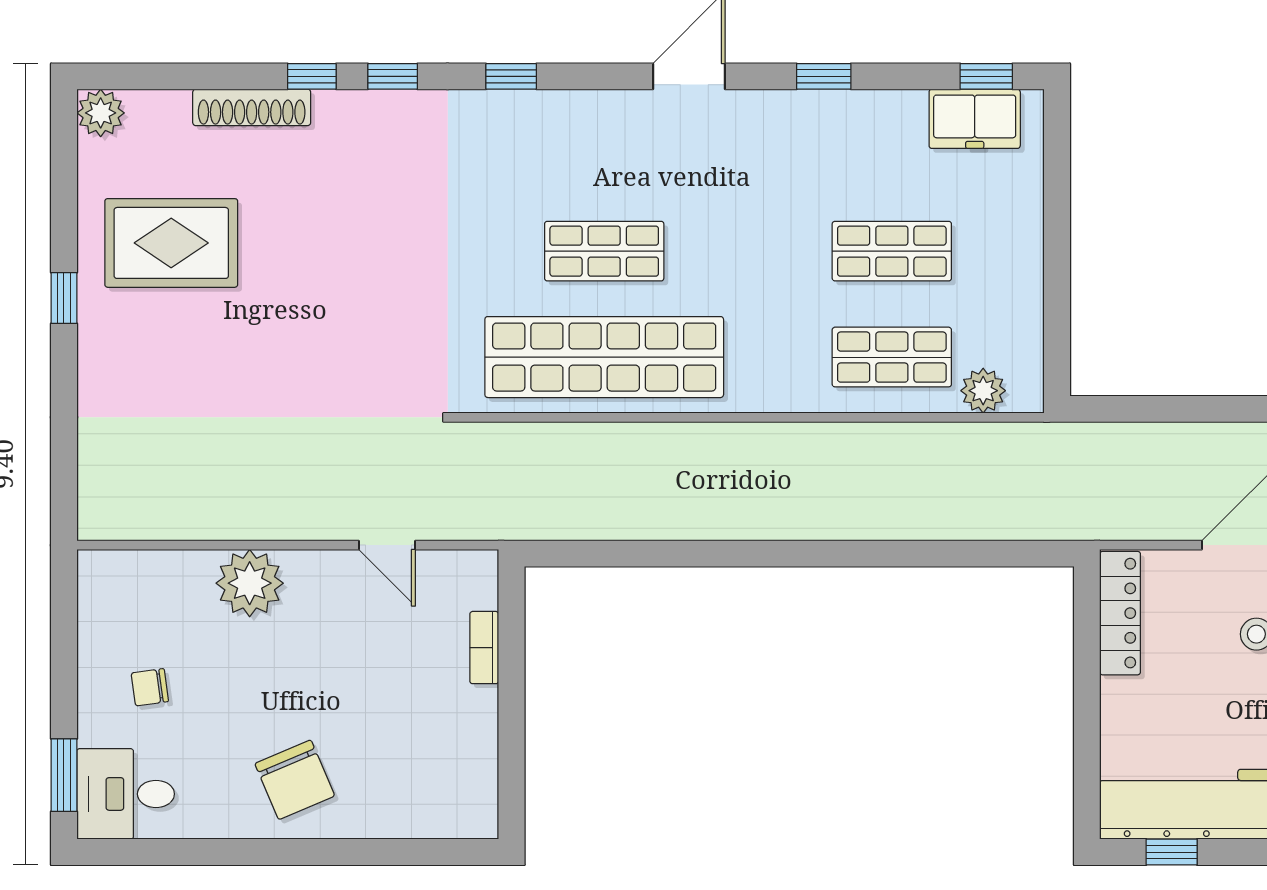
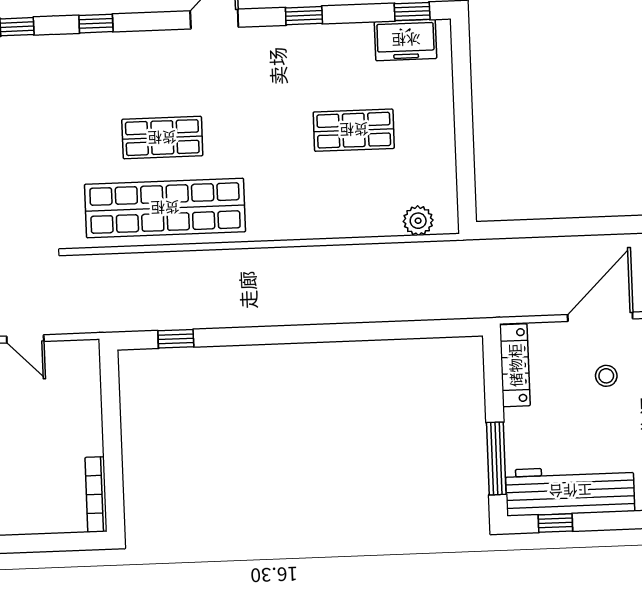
shop shelf: (892, 357) -> (356, 201), removed
window: (613, 554) -> (176, 339), added
bookcase: (484, 648) -> (96, 494), moved, width x1.56
window: (1087, 752) -> (496, 458), added

